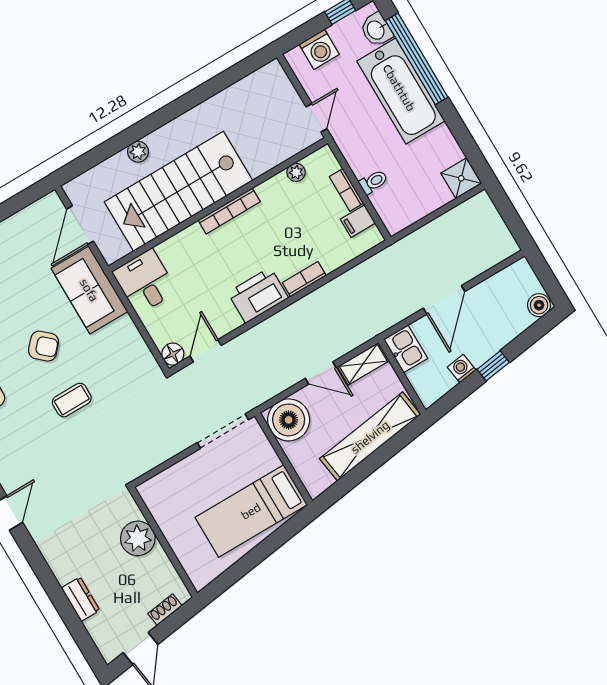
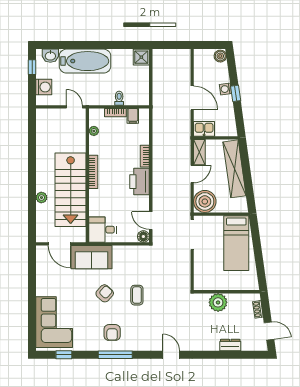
window: (417, 59) -> (75, 45), removed
washing machine: (462, 369) -> (226, 89), moved

